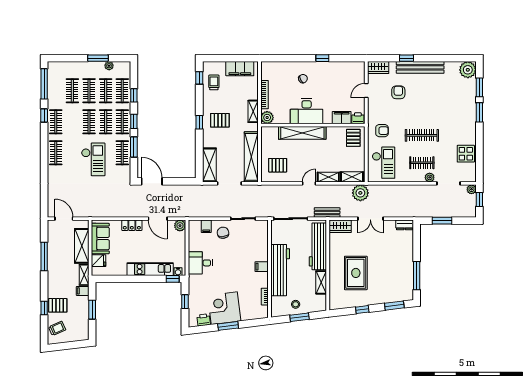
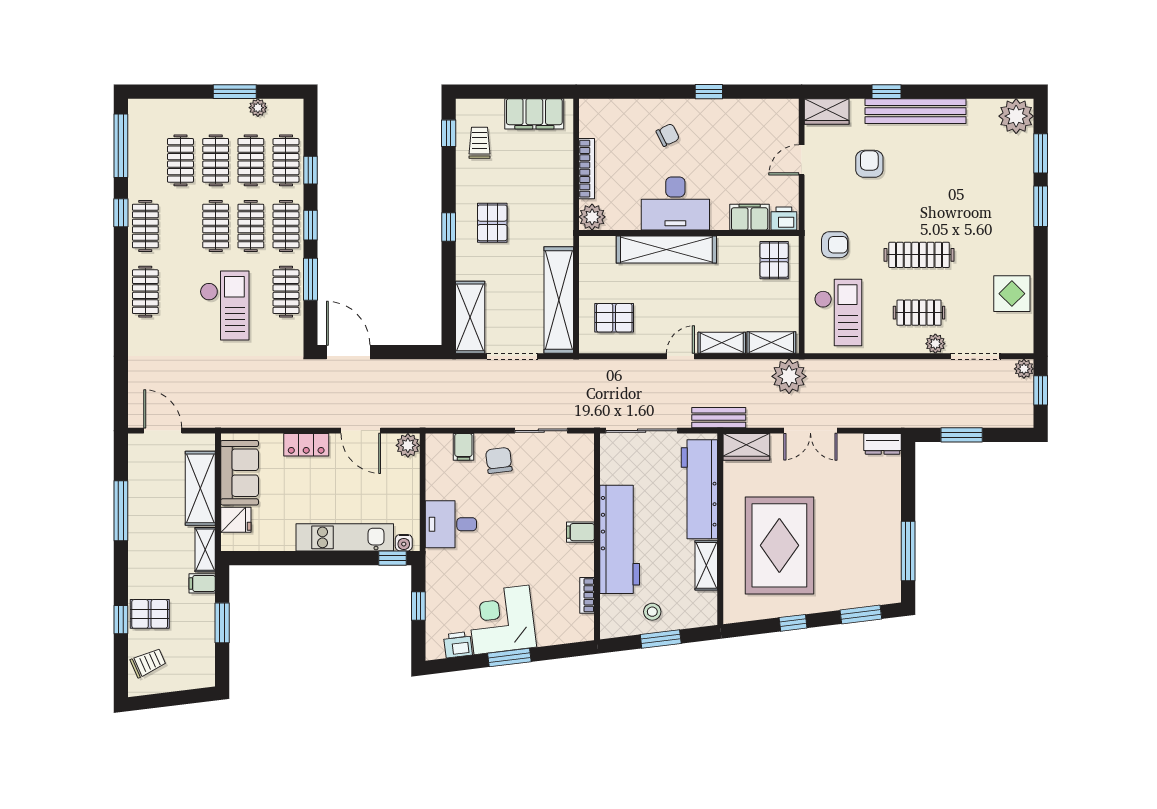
shelving: (253, 111) -> (563, 204), removed
pallet: (220, 120) -> (492, 223), turned 90
rug: (356, 273) -> (779, 545), width x1.37, depth x1.44

